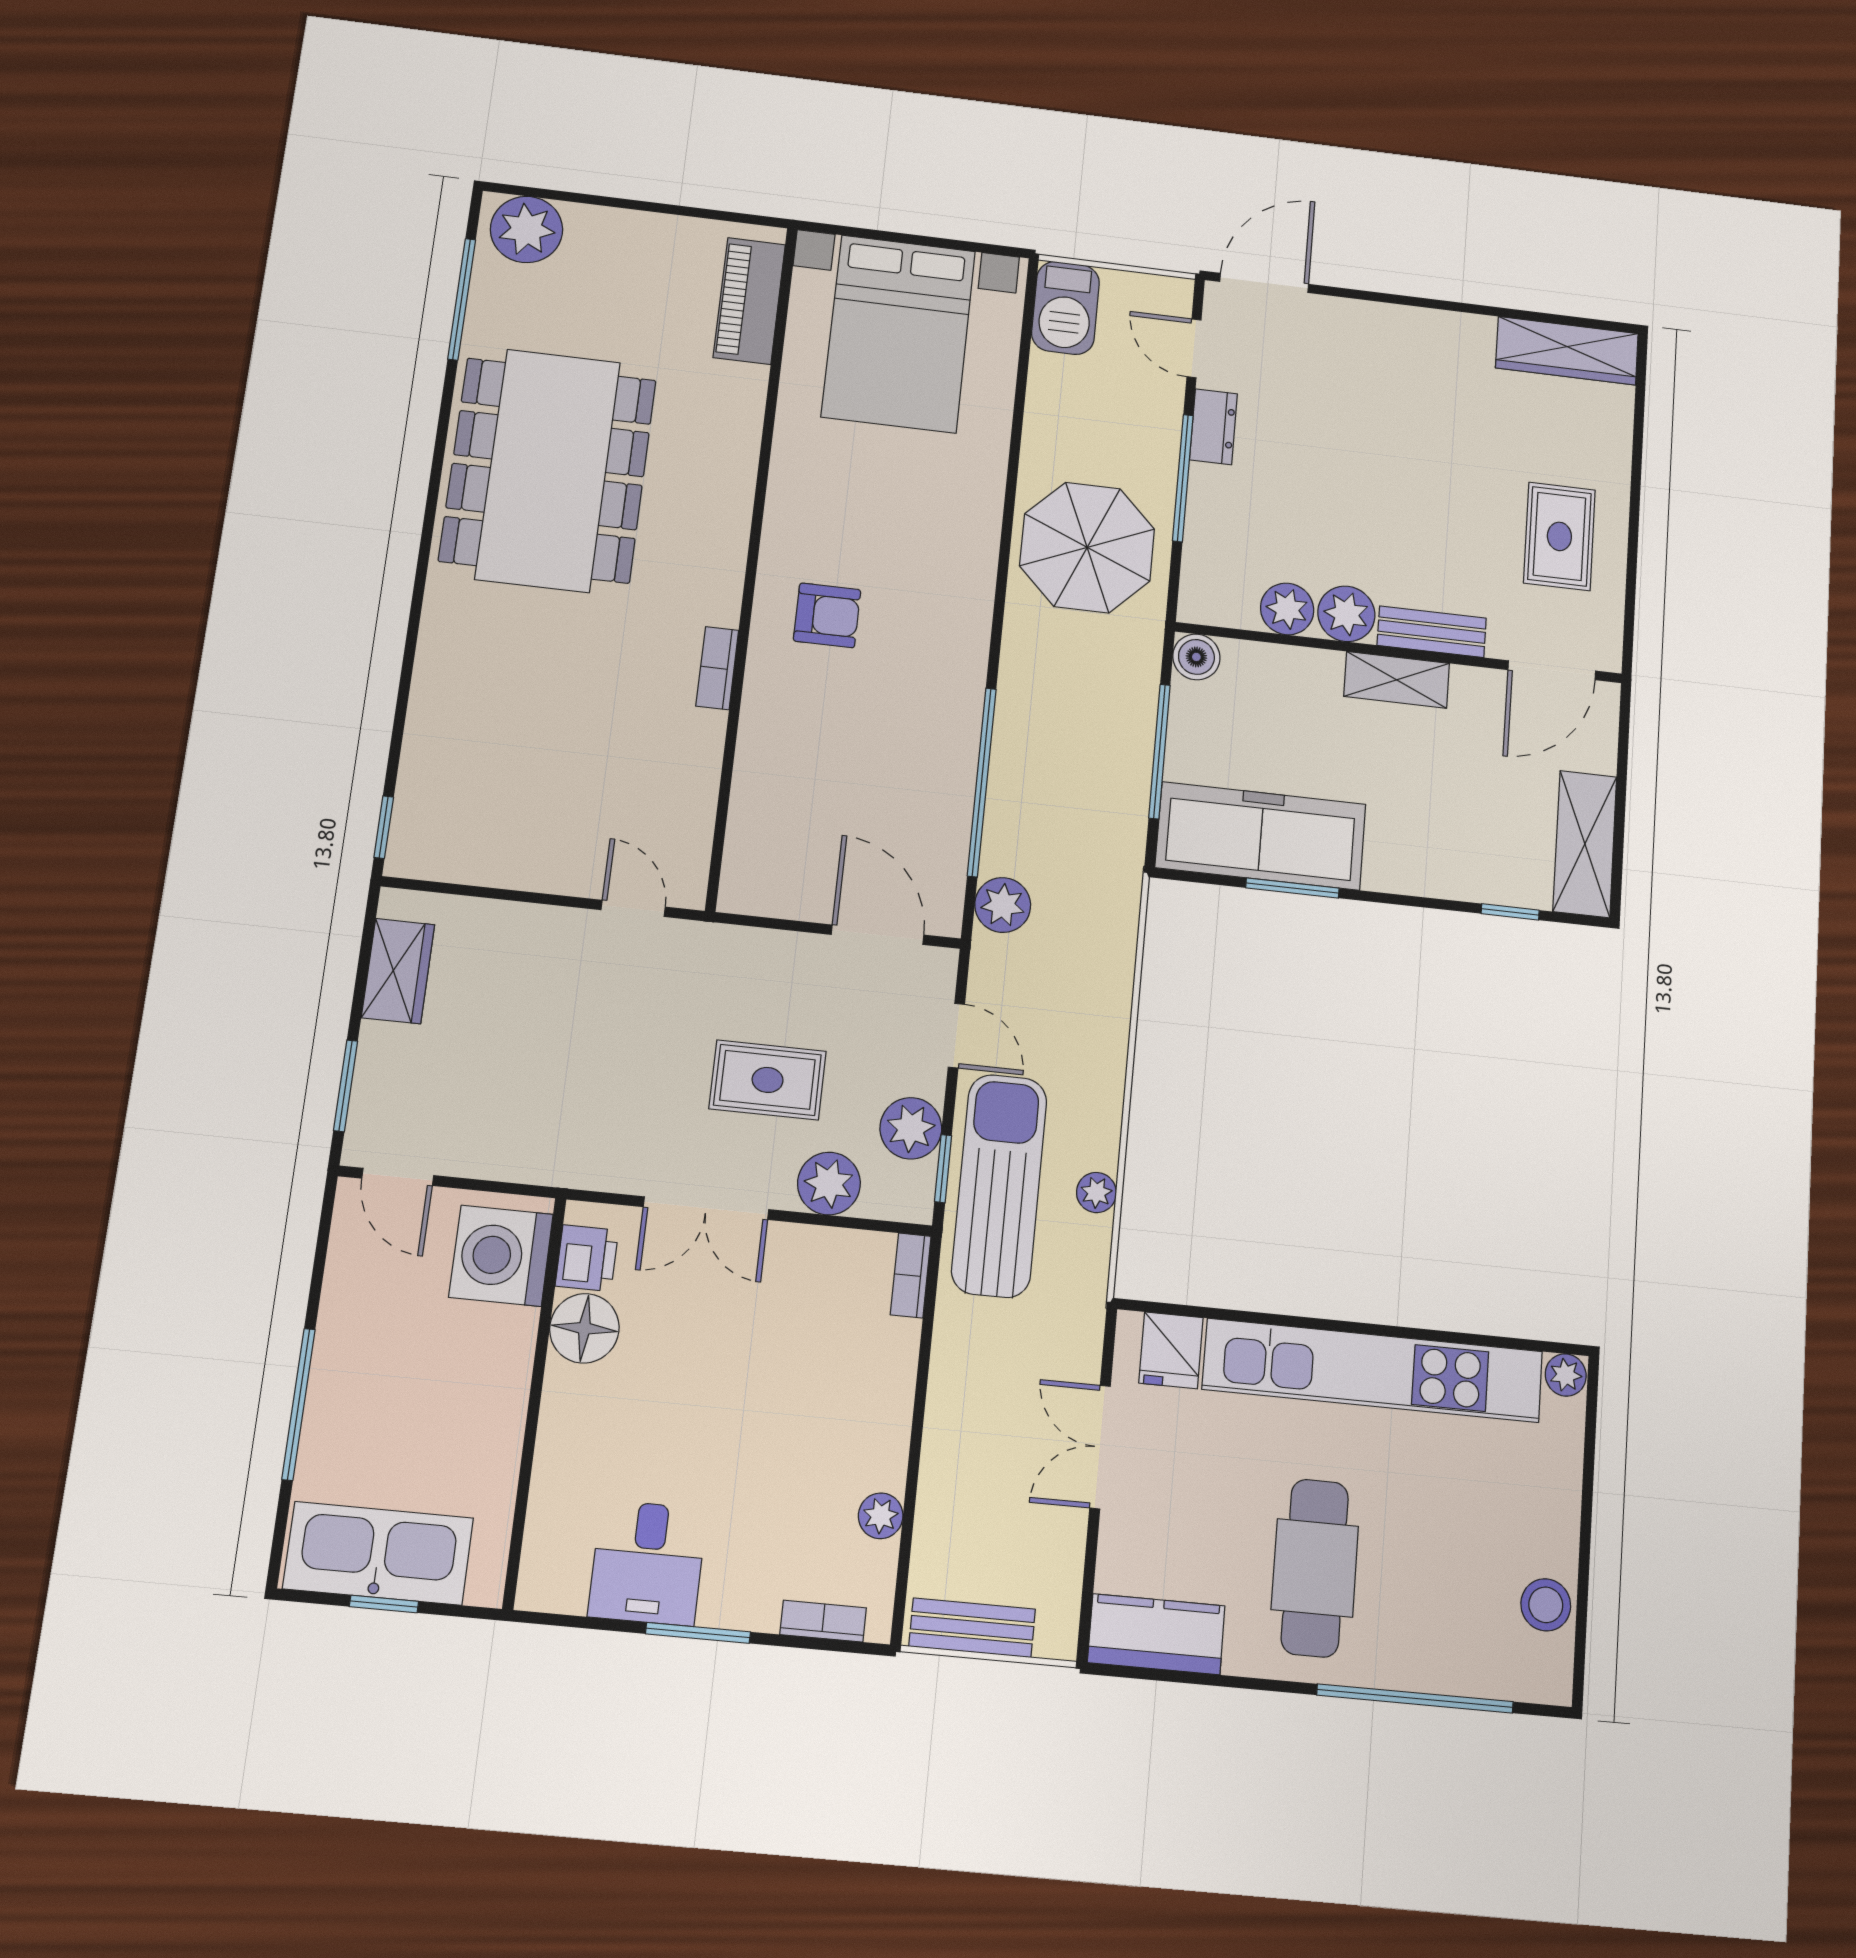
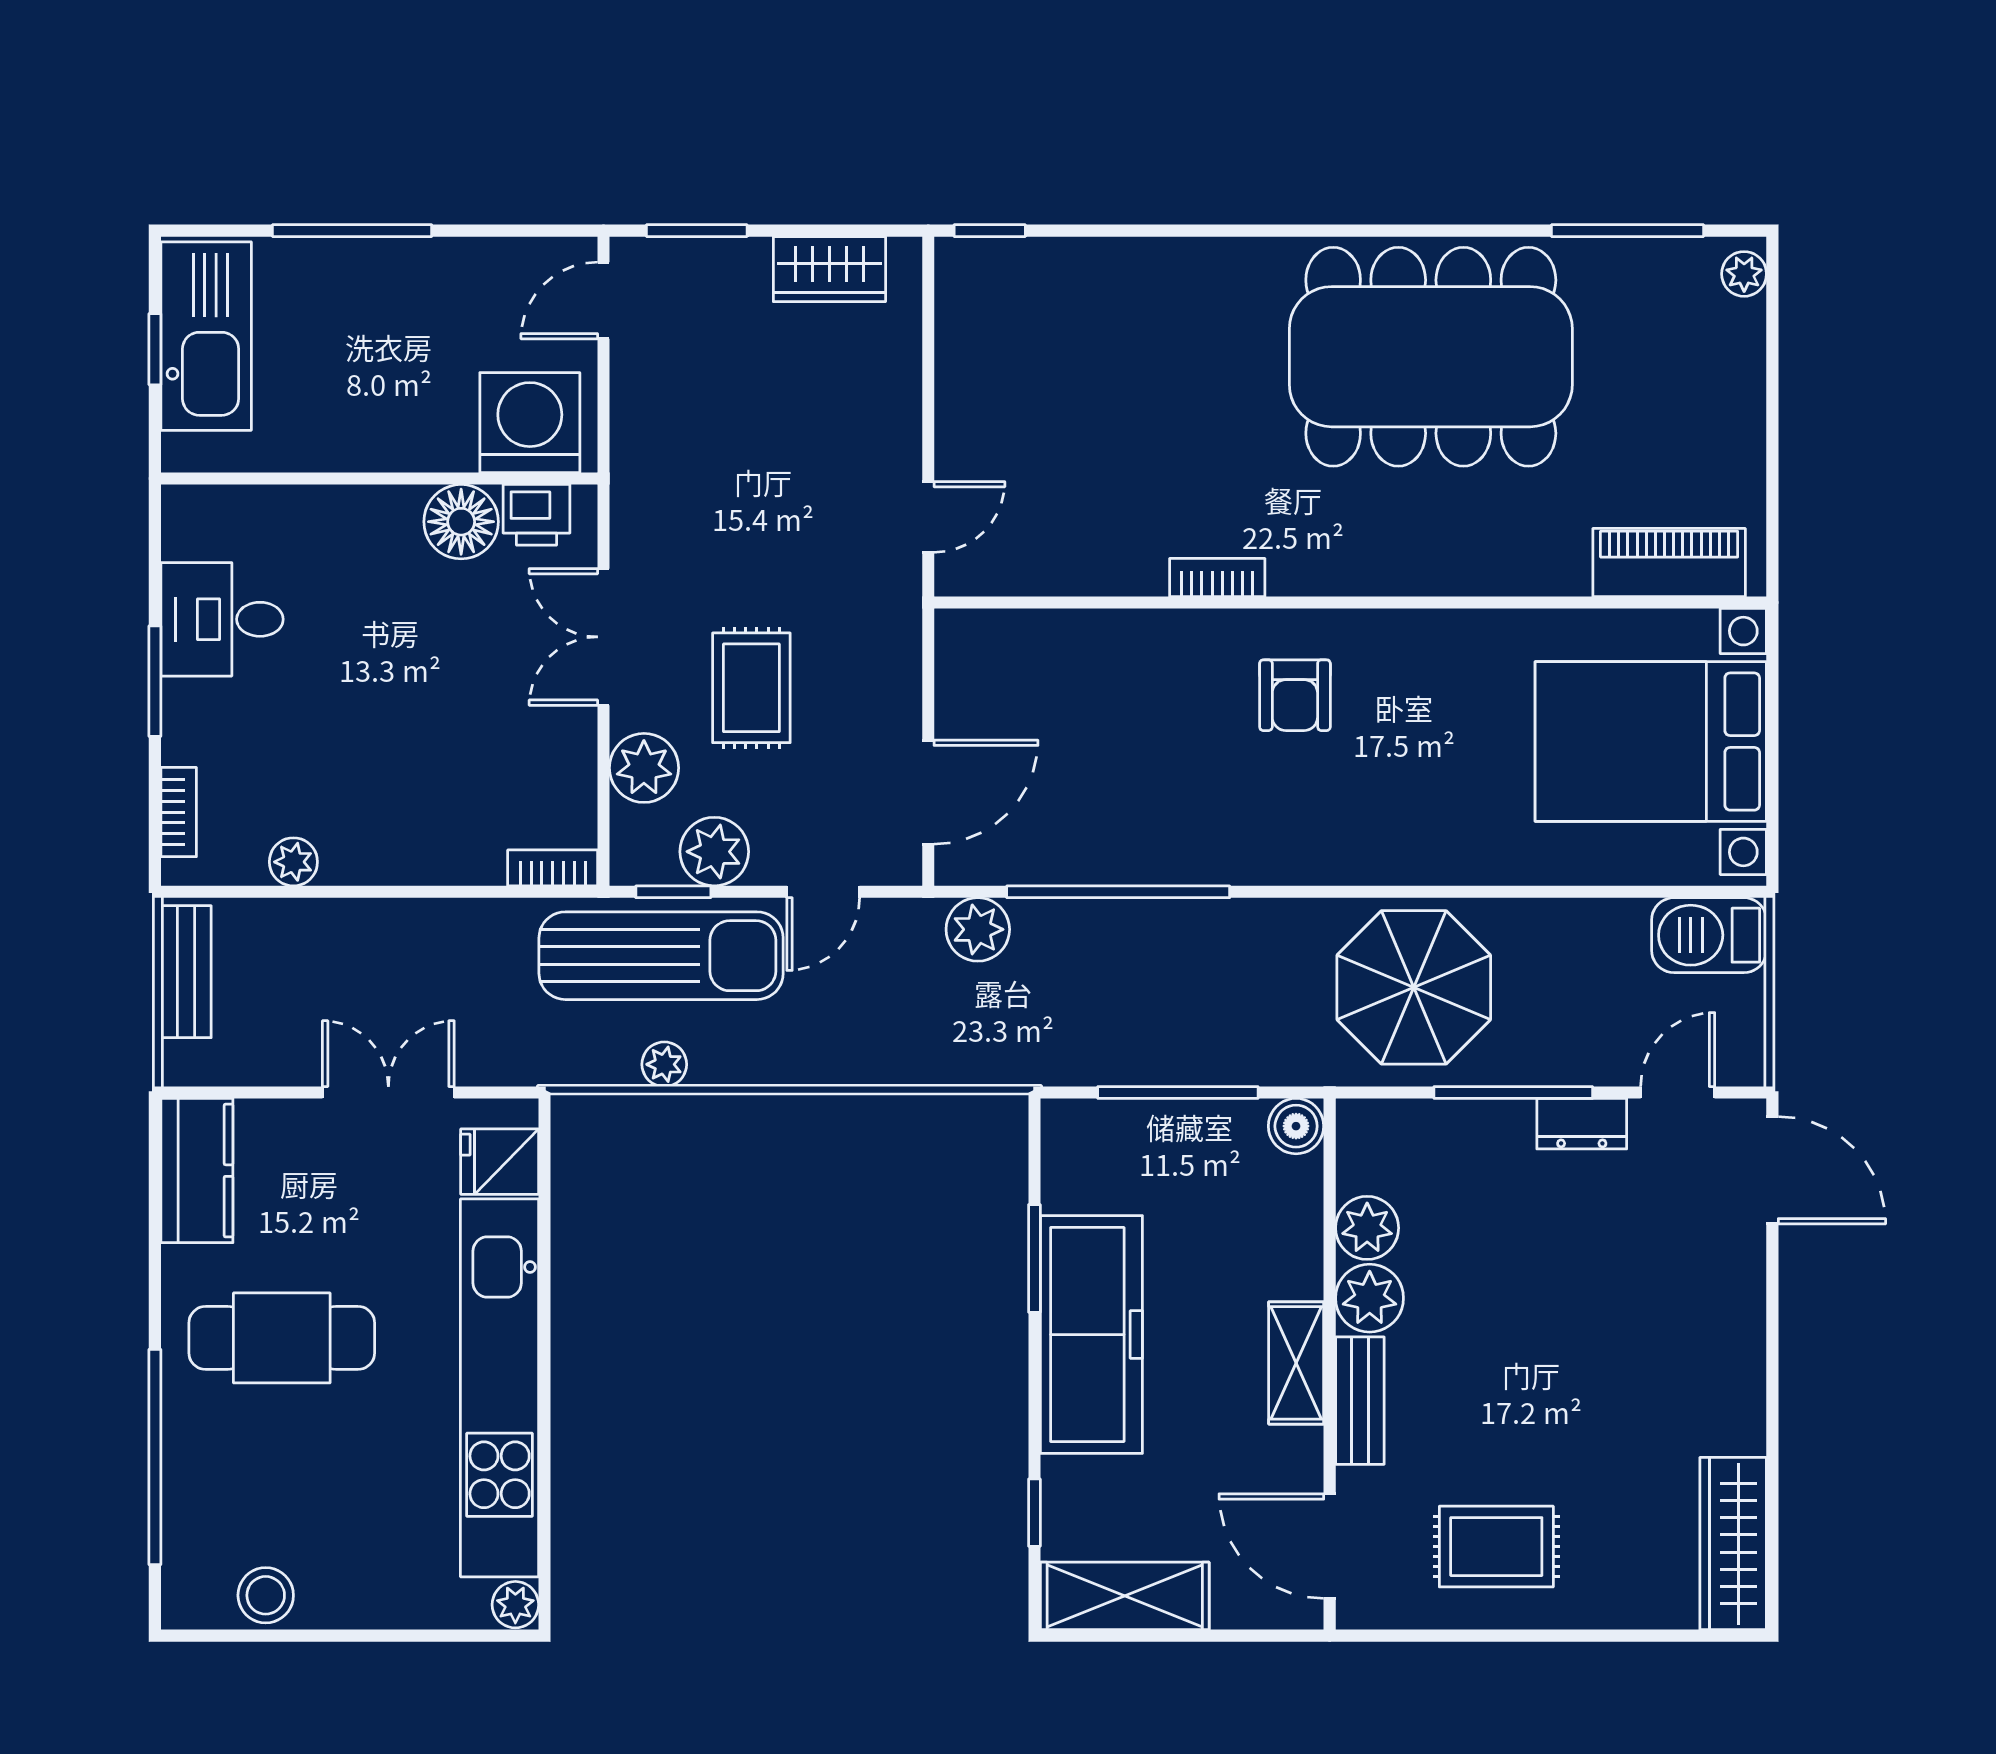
plant: (527, 229) -> (1744, 274), width x0.53, depth x0.53
freezer: (1261, 836) -> (1091, 1335), moved

